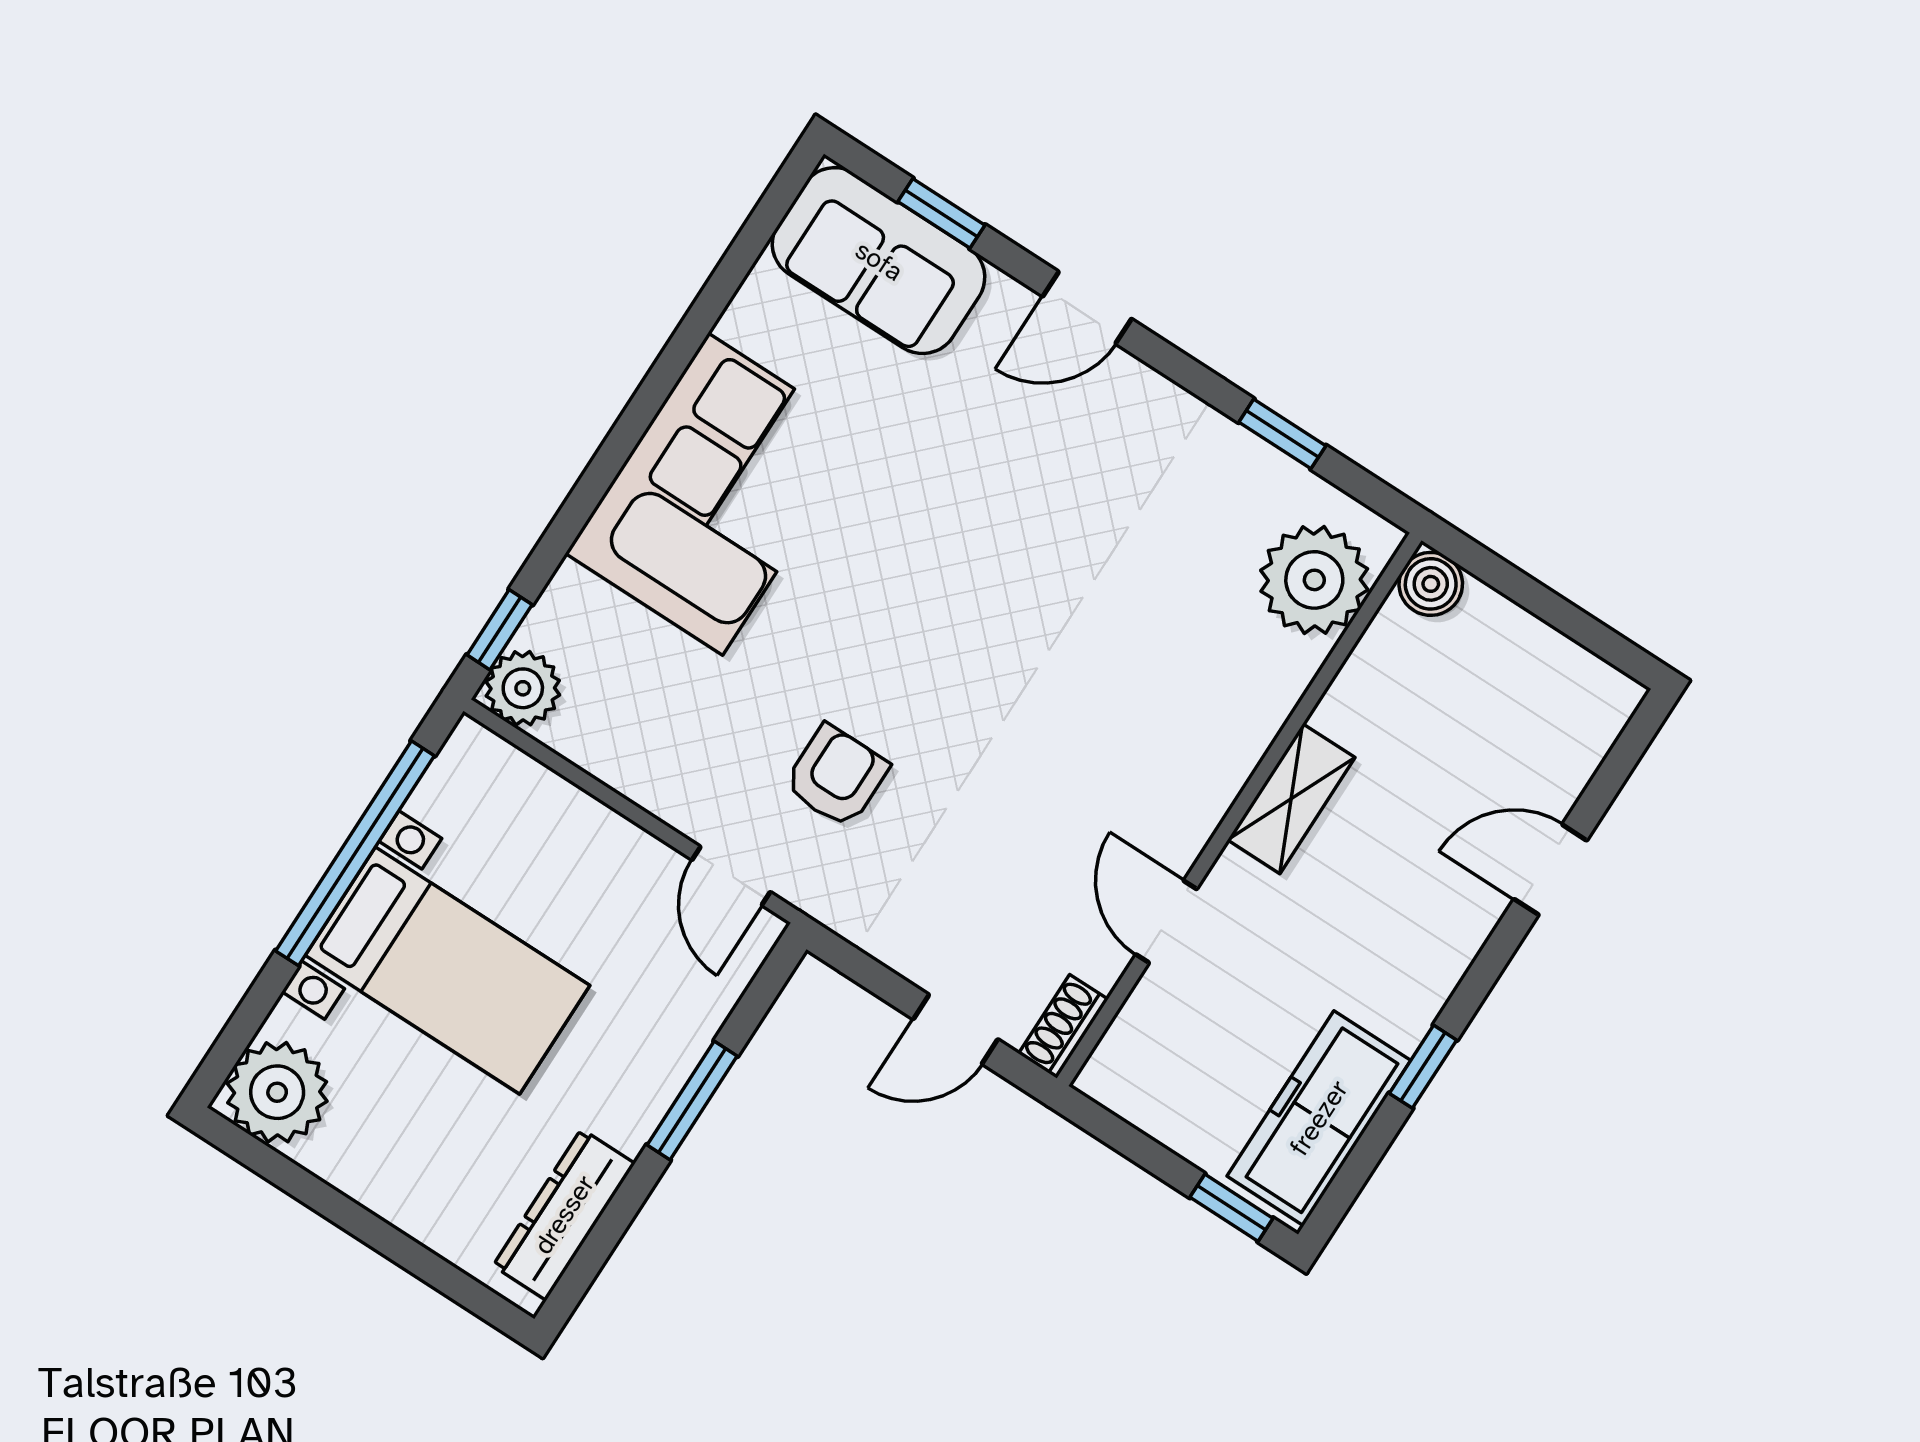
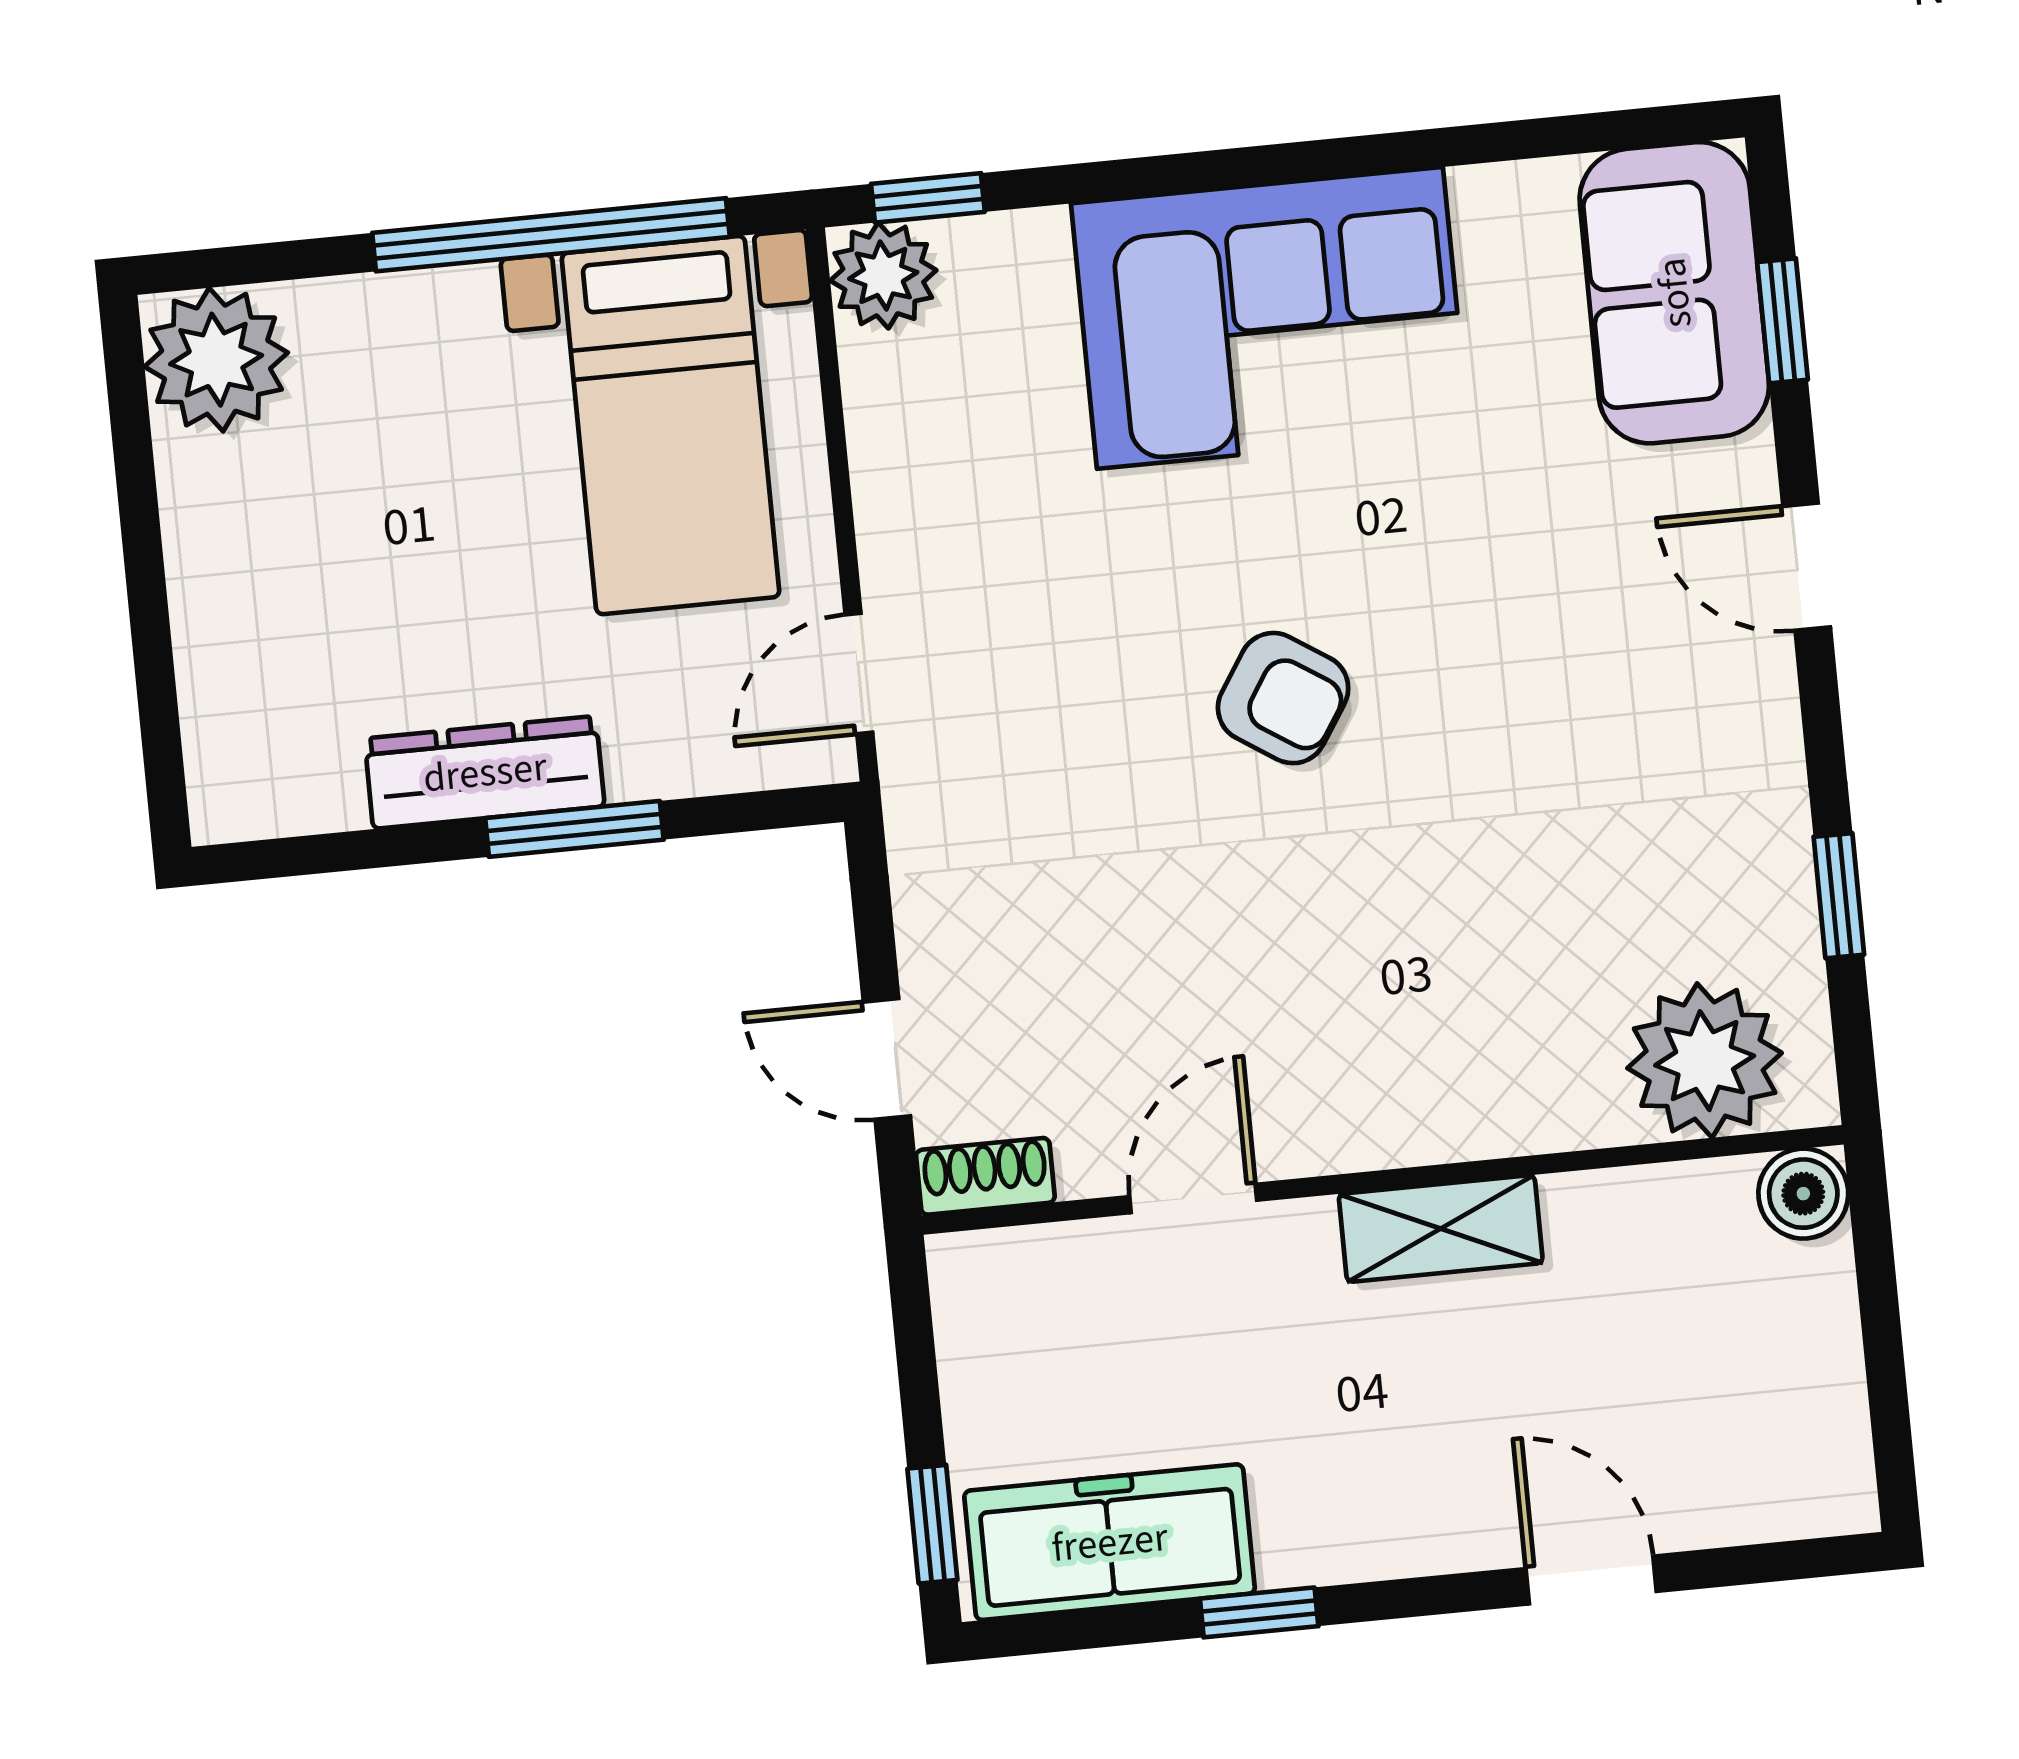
armchair: (836, 776) -> (1283, 698), moved, turned 33
bed with nightstands: (447, 970) -> (671, 425), moved
dresser: (564, 1215) -> (485, 772), moved

